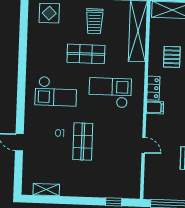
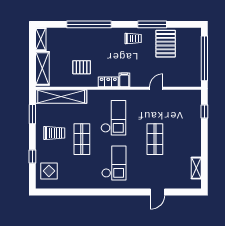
checkout: (110, 93) -> (113, 118), turned 180
shop shelf: (83, 142) -> (155, 139), turned 90

